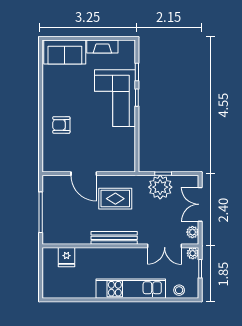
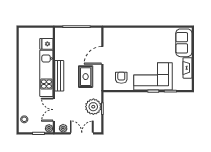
armchair: (61, 125) -> (121, 78), moved
kitchen unit: (131, 289) -> (46, 73), moved, turned 180

